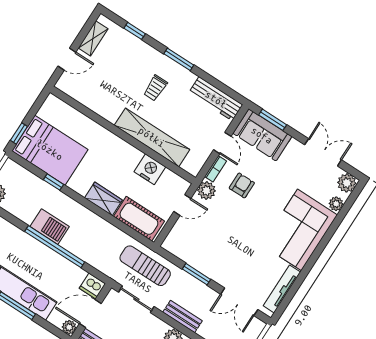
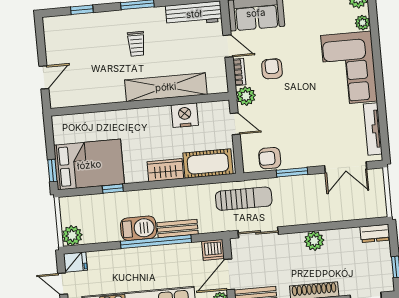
shelving: (93, 38) -> (52, 43), removed
door: (182, 205) -> (235, 124), hinge flipped
armchair: (188, 251) -> (270, 158), added
sun lounger: (145, 266) -> (244, 199), turned 180
bench: (183, 316) -> (178, 228), moved

